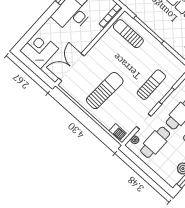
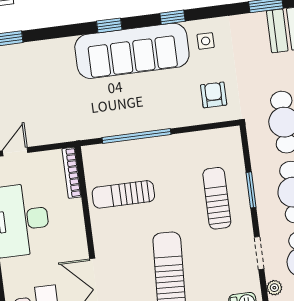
sun lounger: (128, 34) -> (123, 194), moved

